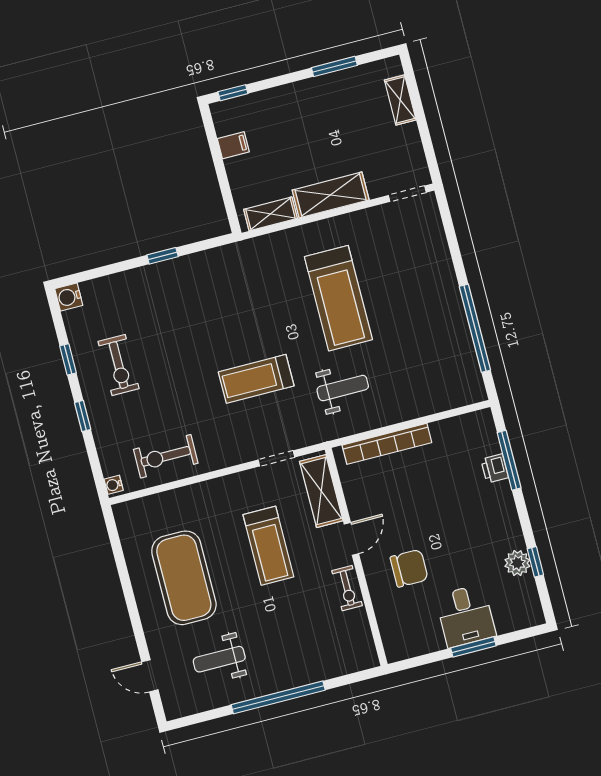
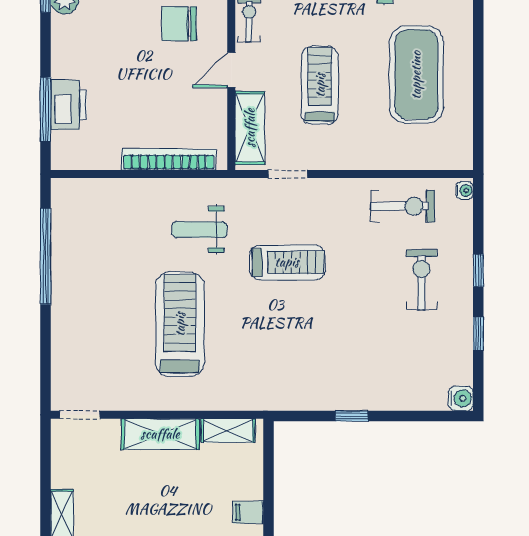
exercise bike: (119, 365) -> (421, 280), moved
printer: (495, 468) -> (69, 105), width x1.87, depth x1.48

